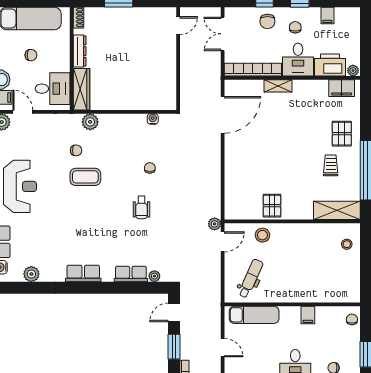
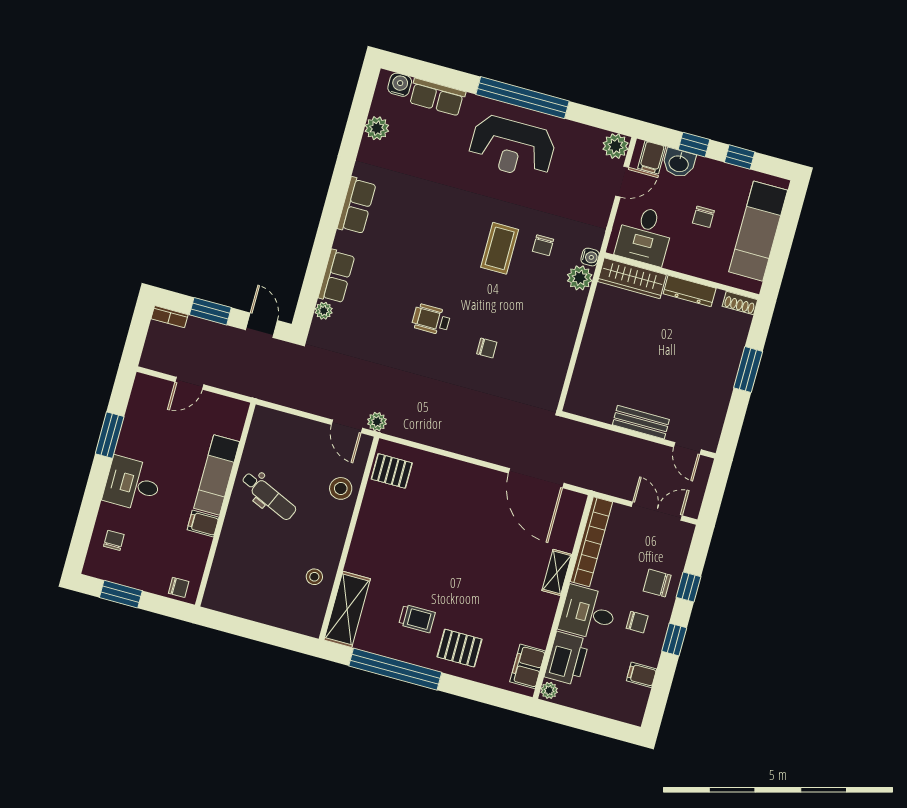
bench: (170, 59) -> (641, 422), added
water cooler: (153, 119) -> (590, 257), moved
pallet: (272, 206) -> (392, 471), moved
stool: (347, 244) -> (314, 577), moved
dental chair: (251, 278) -> (269, 496), moved
exam couch: (254, 315) -> (217, 475), moved

